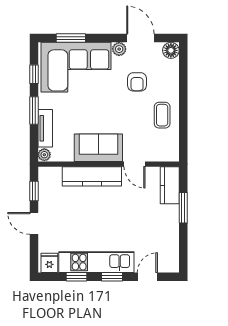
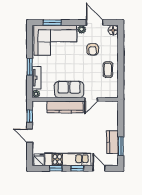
window: (34, 74) -> (30, 45), removed
door: (135, 164) -> (91, 99), hinge flipped
kitchen counter: (170, 185) -> (113, 142), moved
window: (183, 208) -> (121, 146), moved
door: (147, 277) -> (99, 168), hinge flipped

